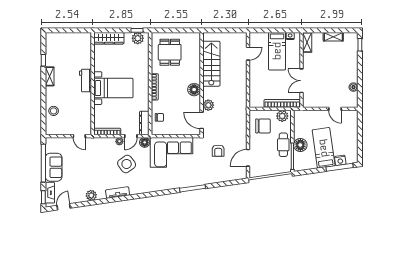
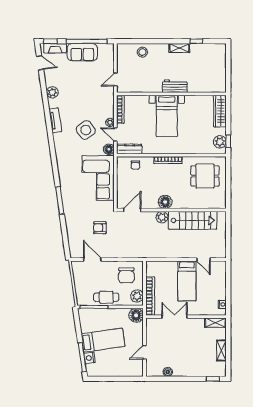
bed: (277, 51) -> (187, 281), moved, turned -90
plant: (208, 105) -> (162, 217), moved
floor lamp: (300, 145) -> (136, 315), moved

